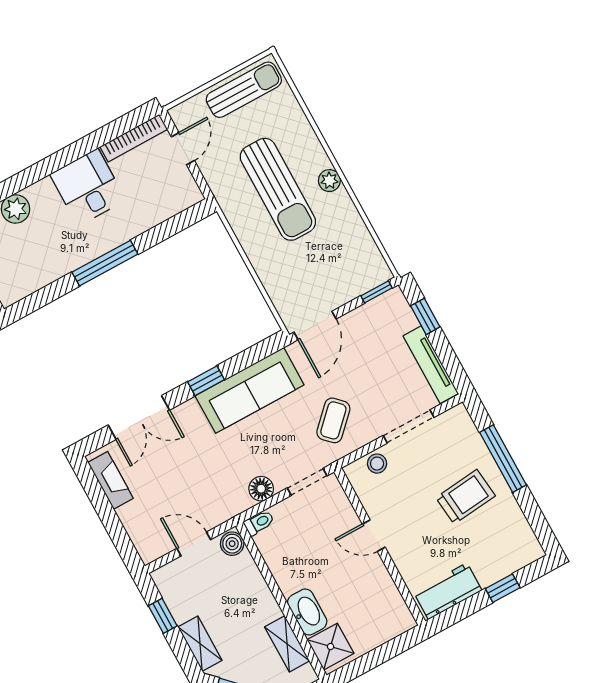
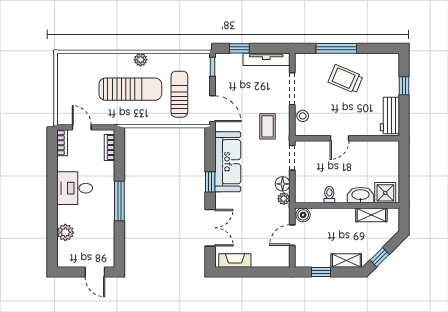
sun lounger: (244, 90) -> (179, 94), moved
bookcase: (134, 138) -> (62, 143), width x0.64
bookcase: (176, 206) -> (109, 147), added
coffee table: (333, 420) -> (268, 126), turned 45
trolley: (466, 497) -> (345, 79), turned -61
plant: (241, 502) -> (284, 199), added
toilet: (259, 523) -> (329, 195), moved

